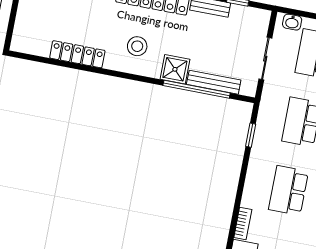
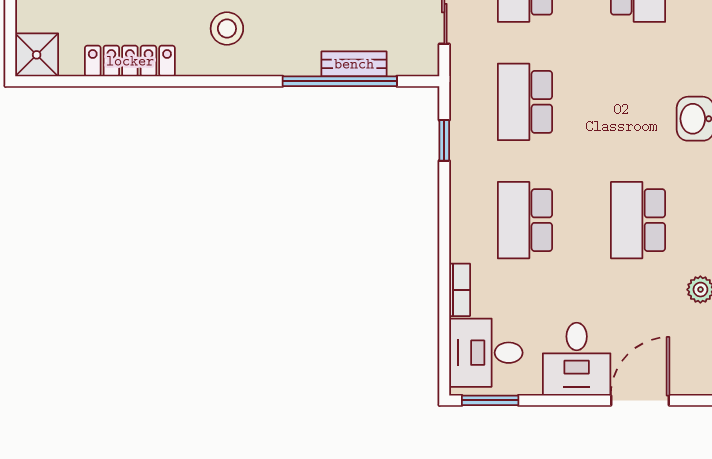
shower: (175, 69) -> (37, 55), moved
bench: (214, 82) -> (354, 64), width x0.73

